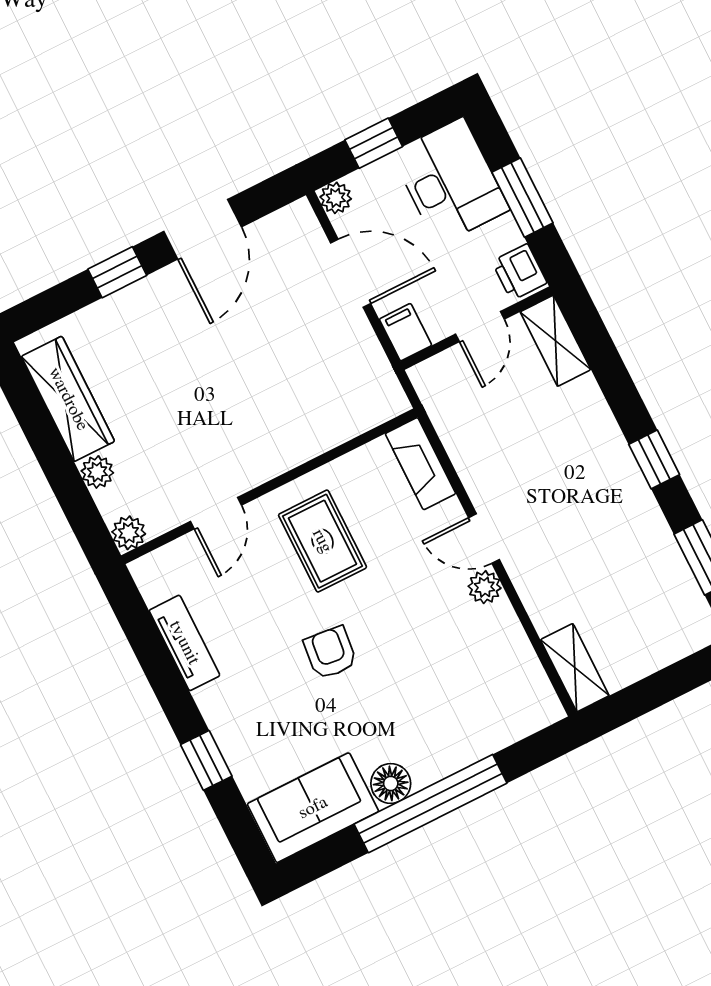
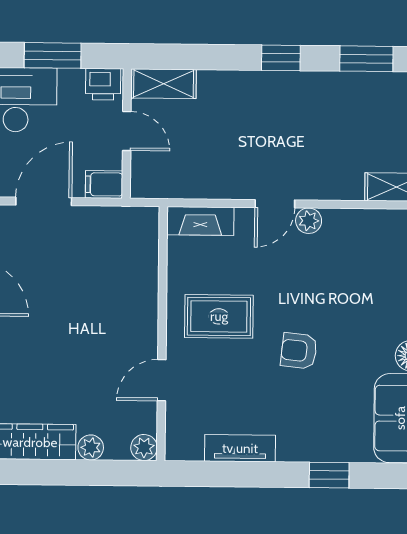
door: (216, 513) -> (162, 380), swing flipped

